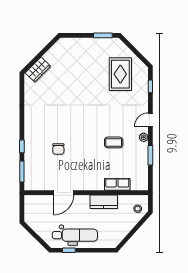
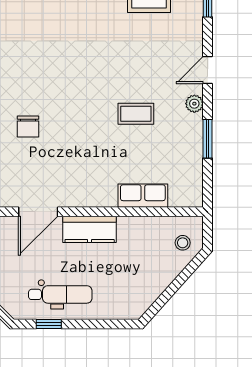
kitchen counter: (104, 202) -> (90, 229), moved
dental chair: (75, 235) -> (60, 294), width x0.73, depth x0.72

